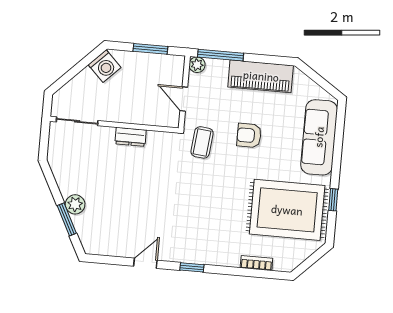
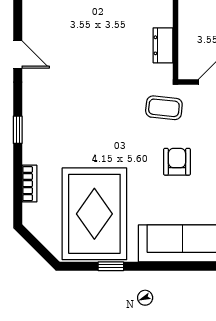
dresser: (131, 137) -> (163, 45), moved
window: (192, 267) -> (18, 130), moved

